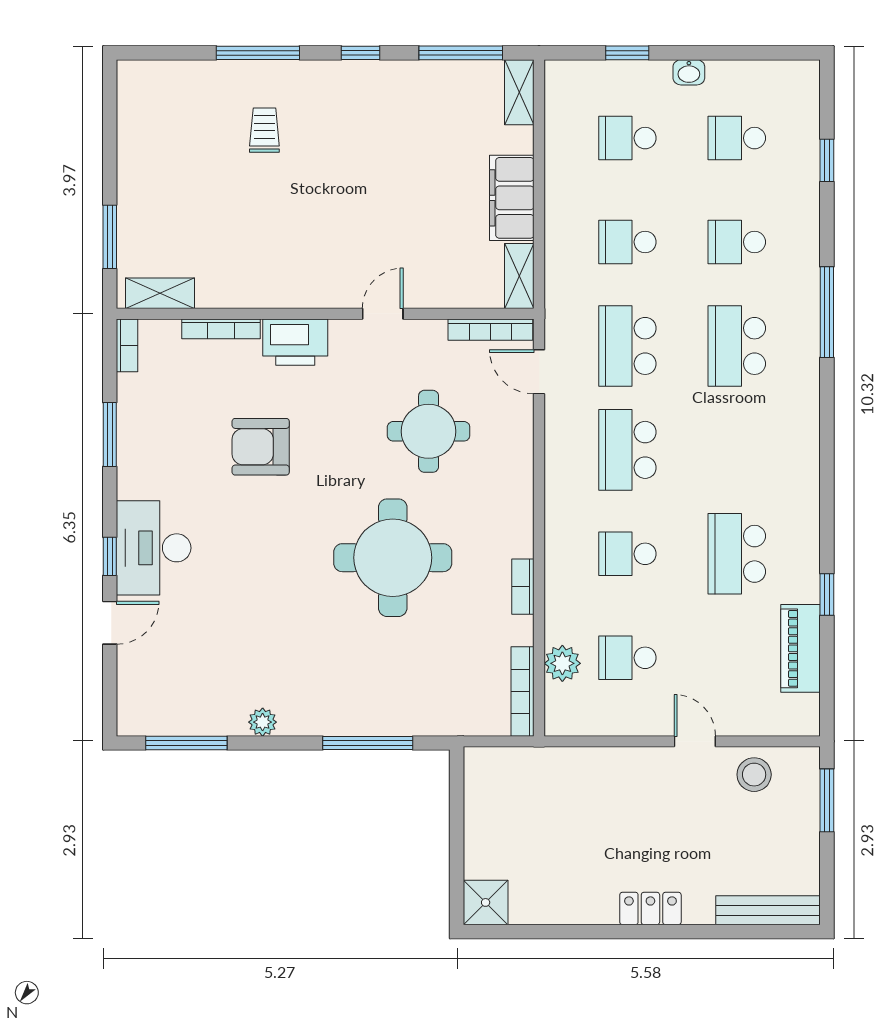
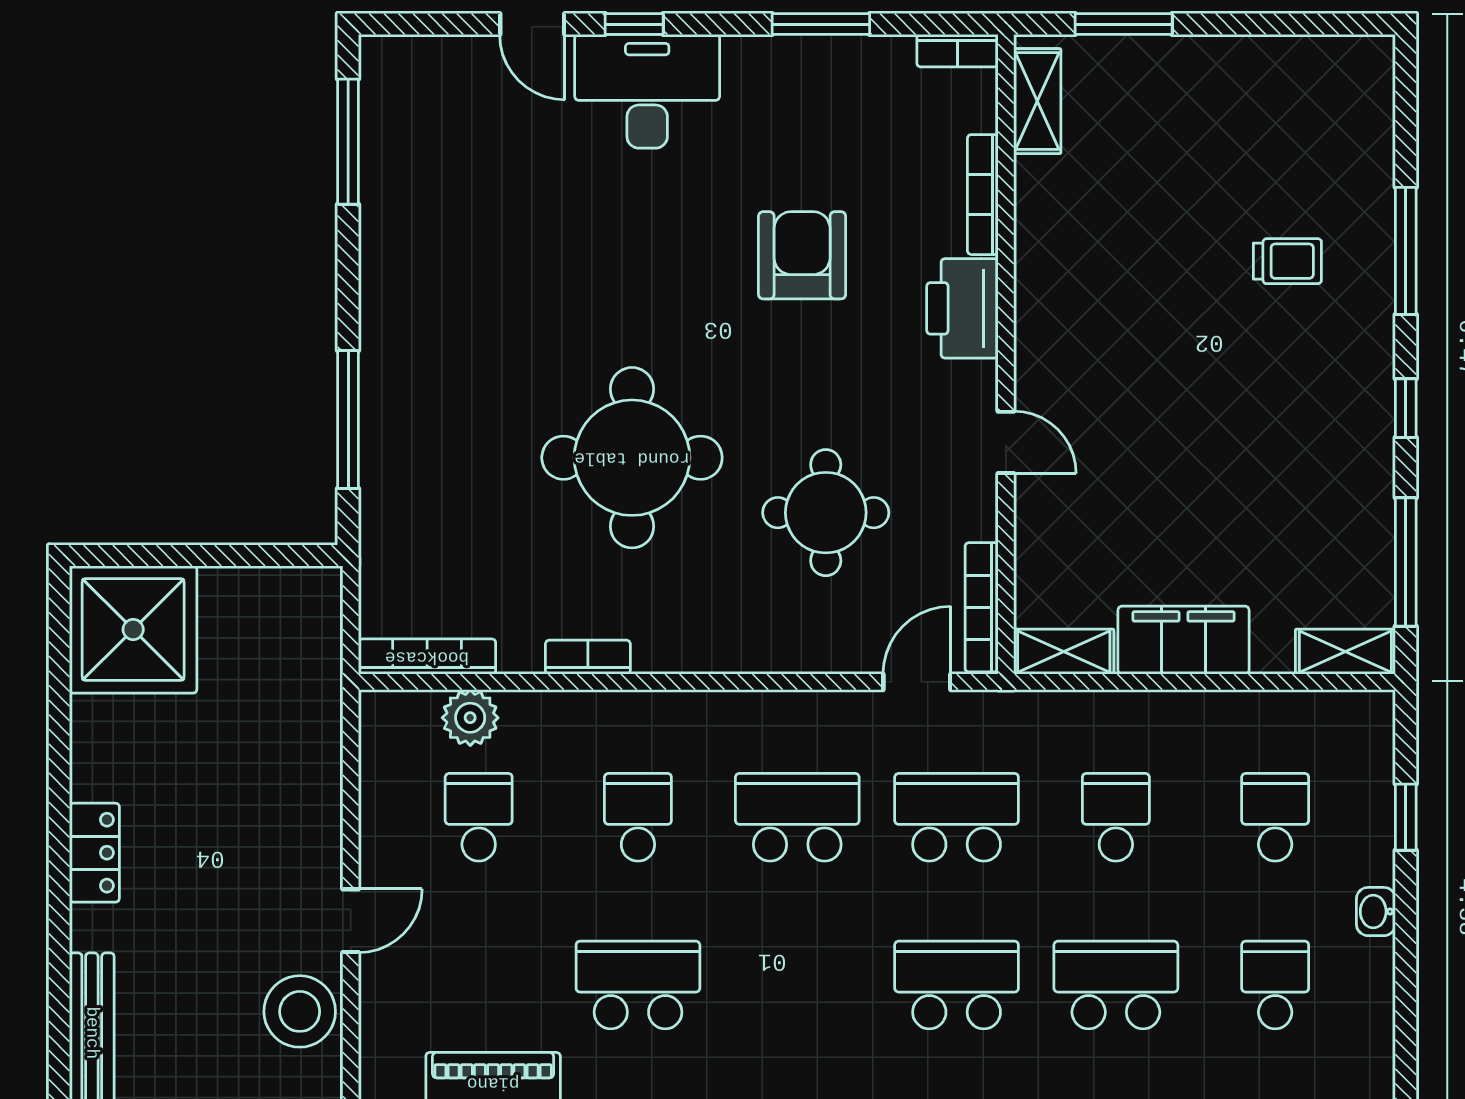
school desk: (737, 242) -> (1116, 985), width x1.85
plant: (263, 722) -> (380, 258), removed
stool: (754, 775) -> (300, 1011), width x1.38, depth x1.38
shower: (486, 902) -> (133, 629), width x1.86, depth x1.86

